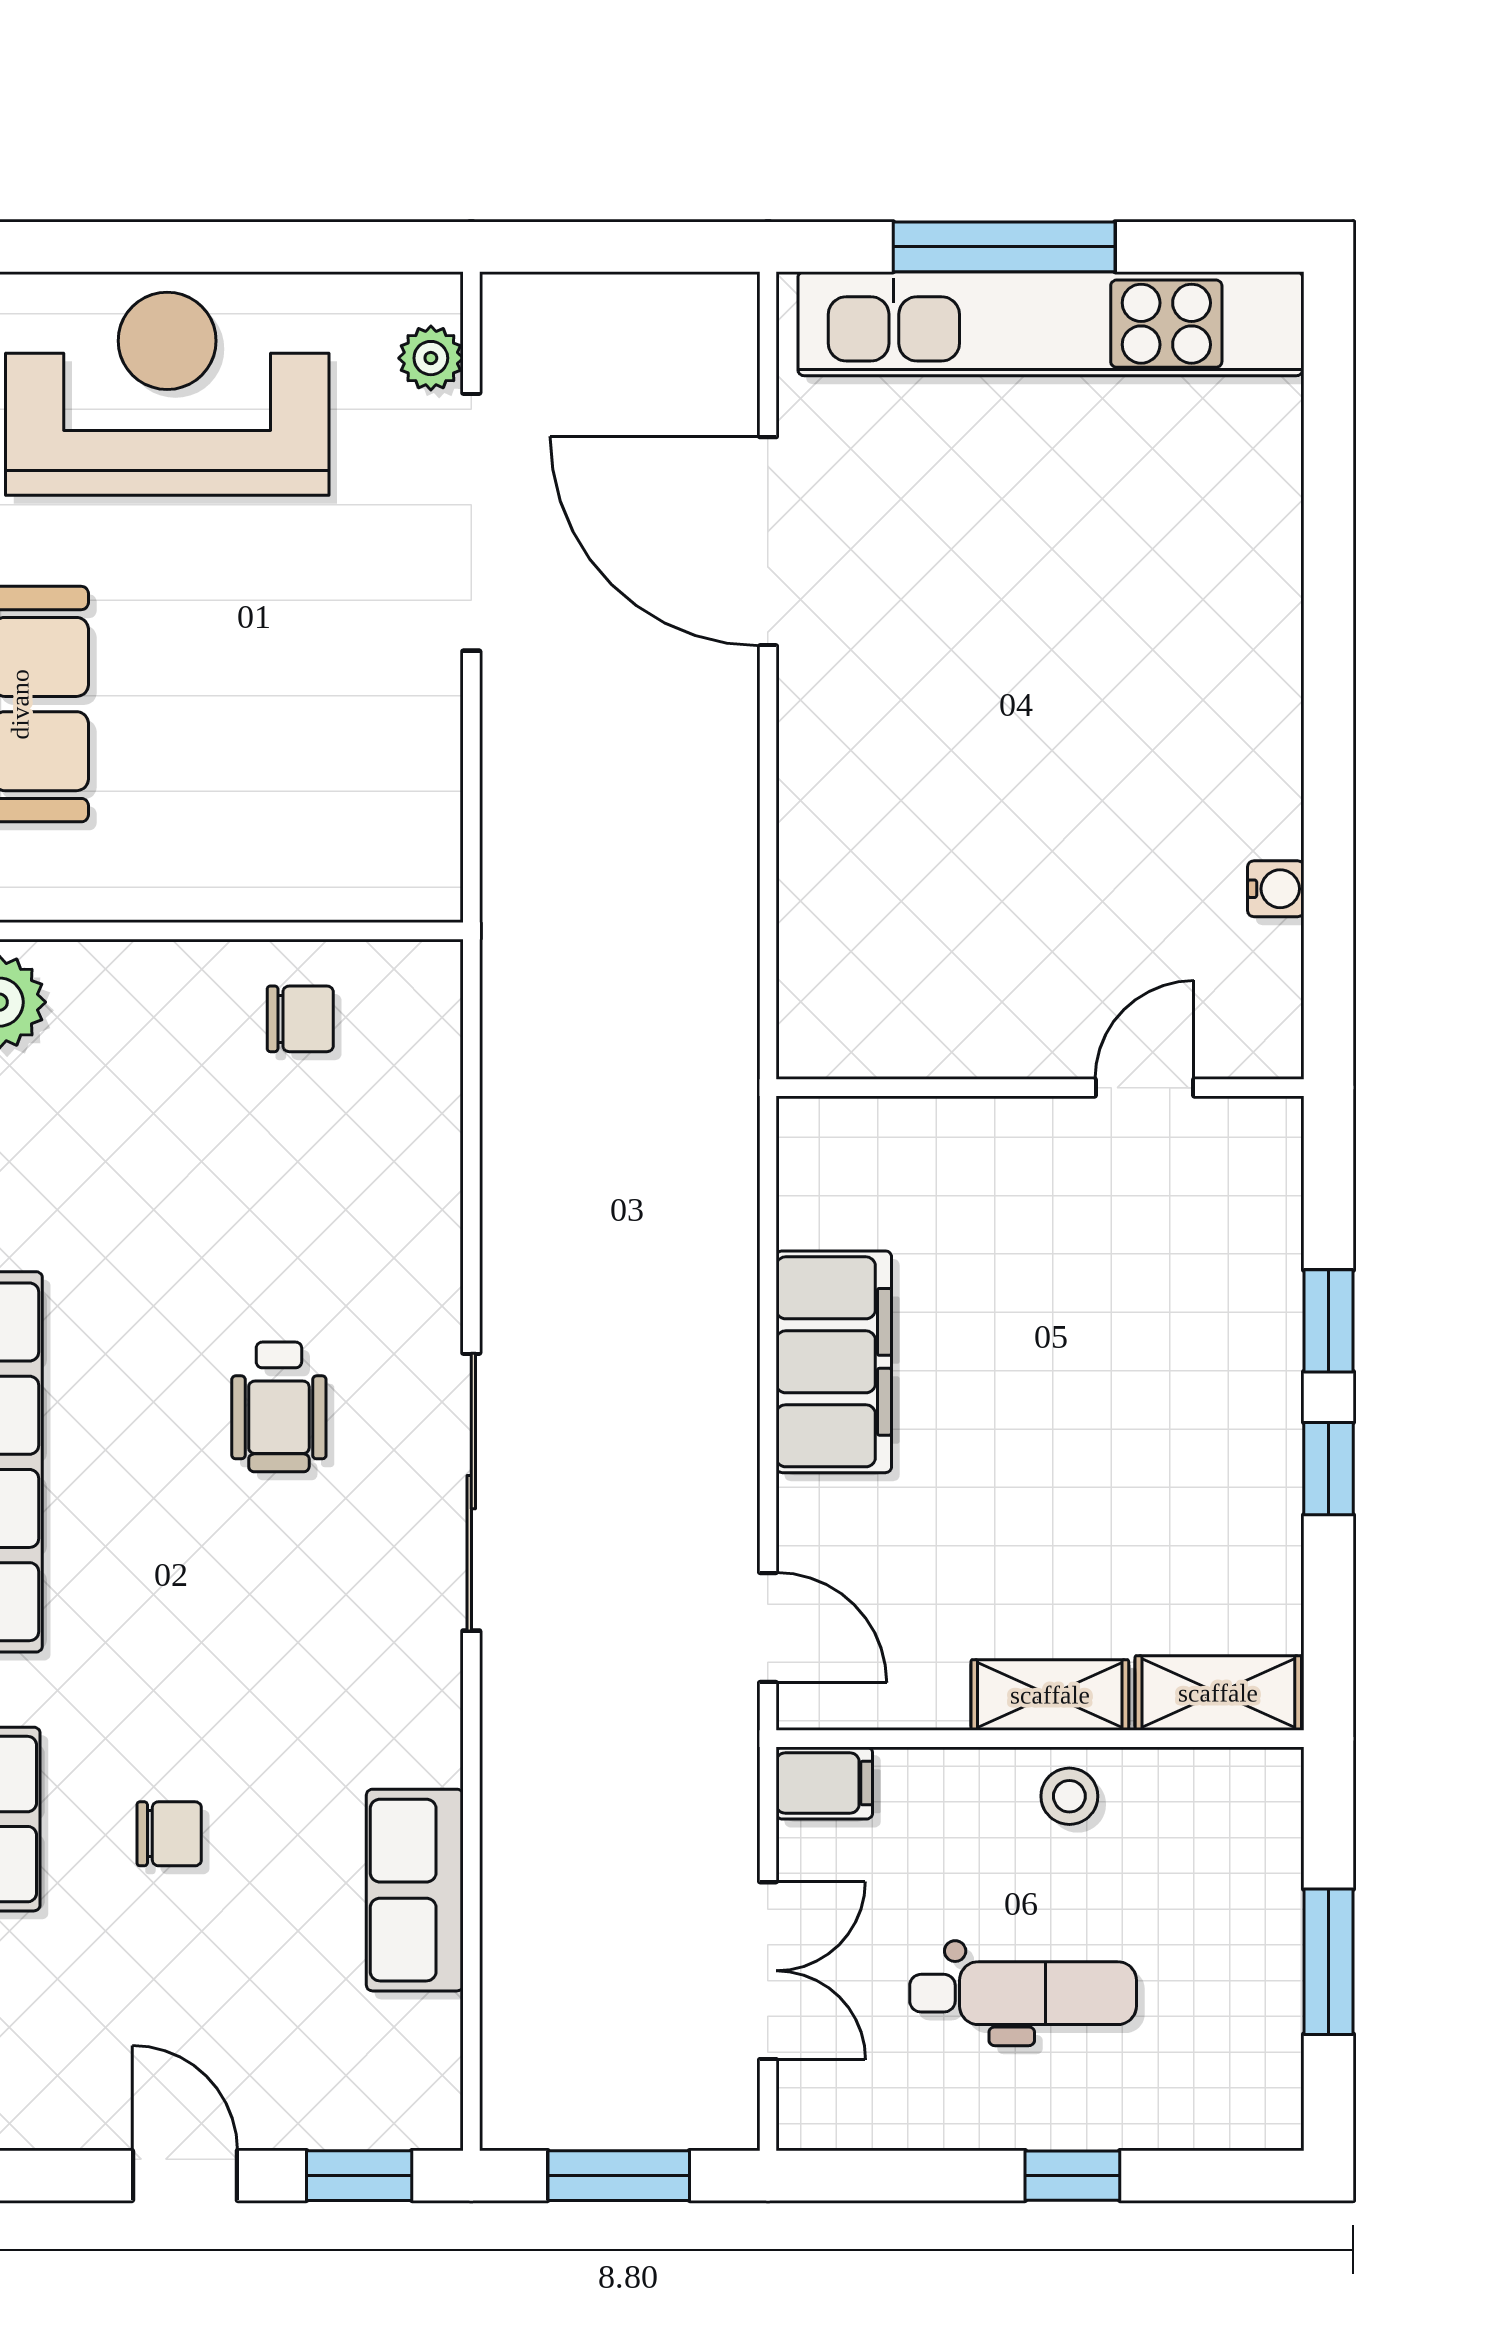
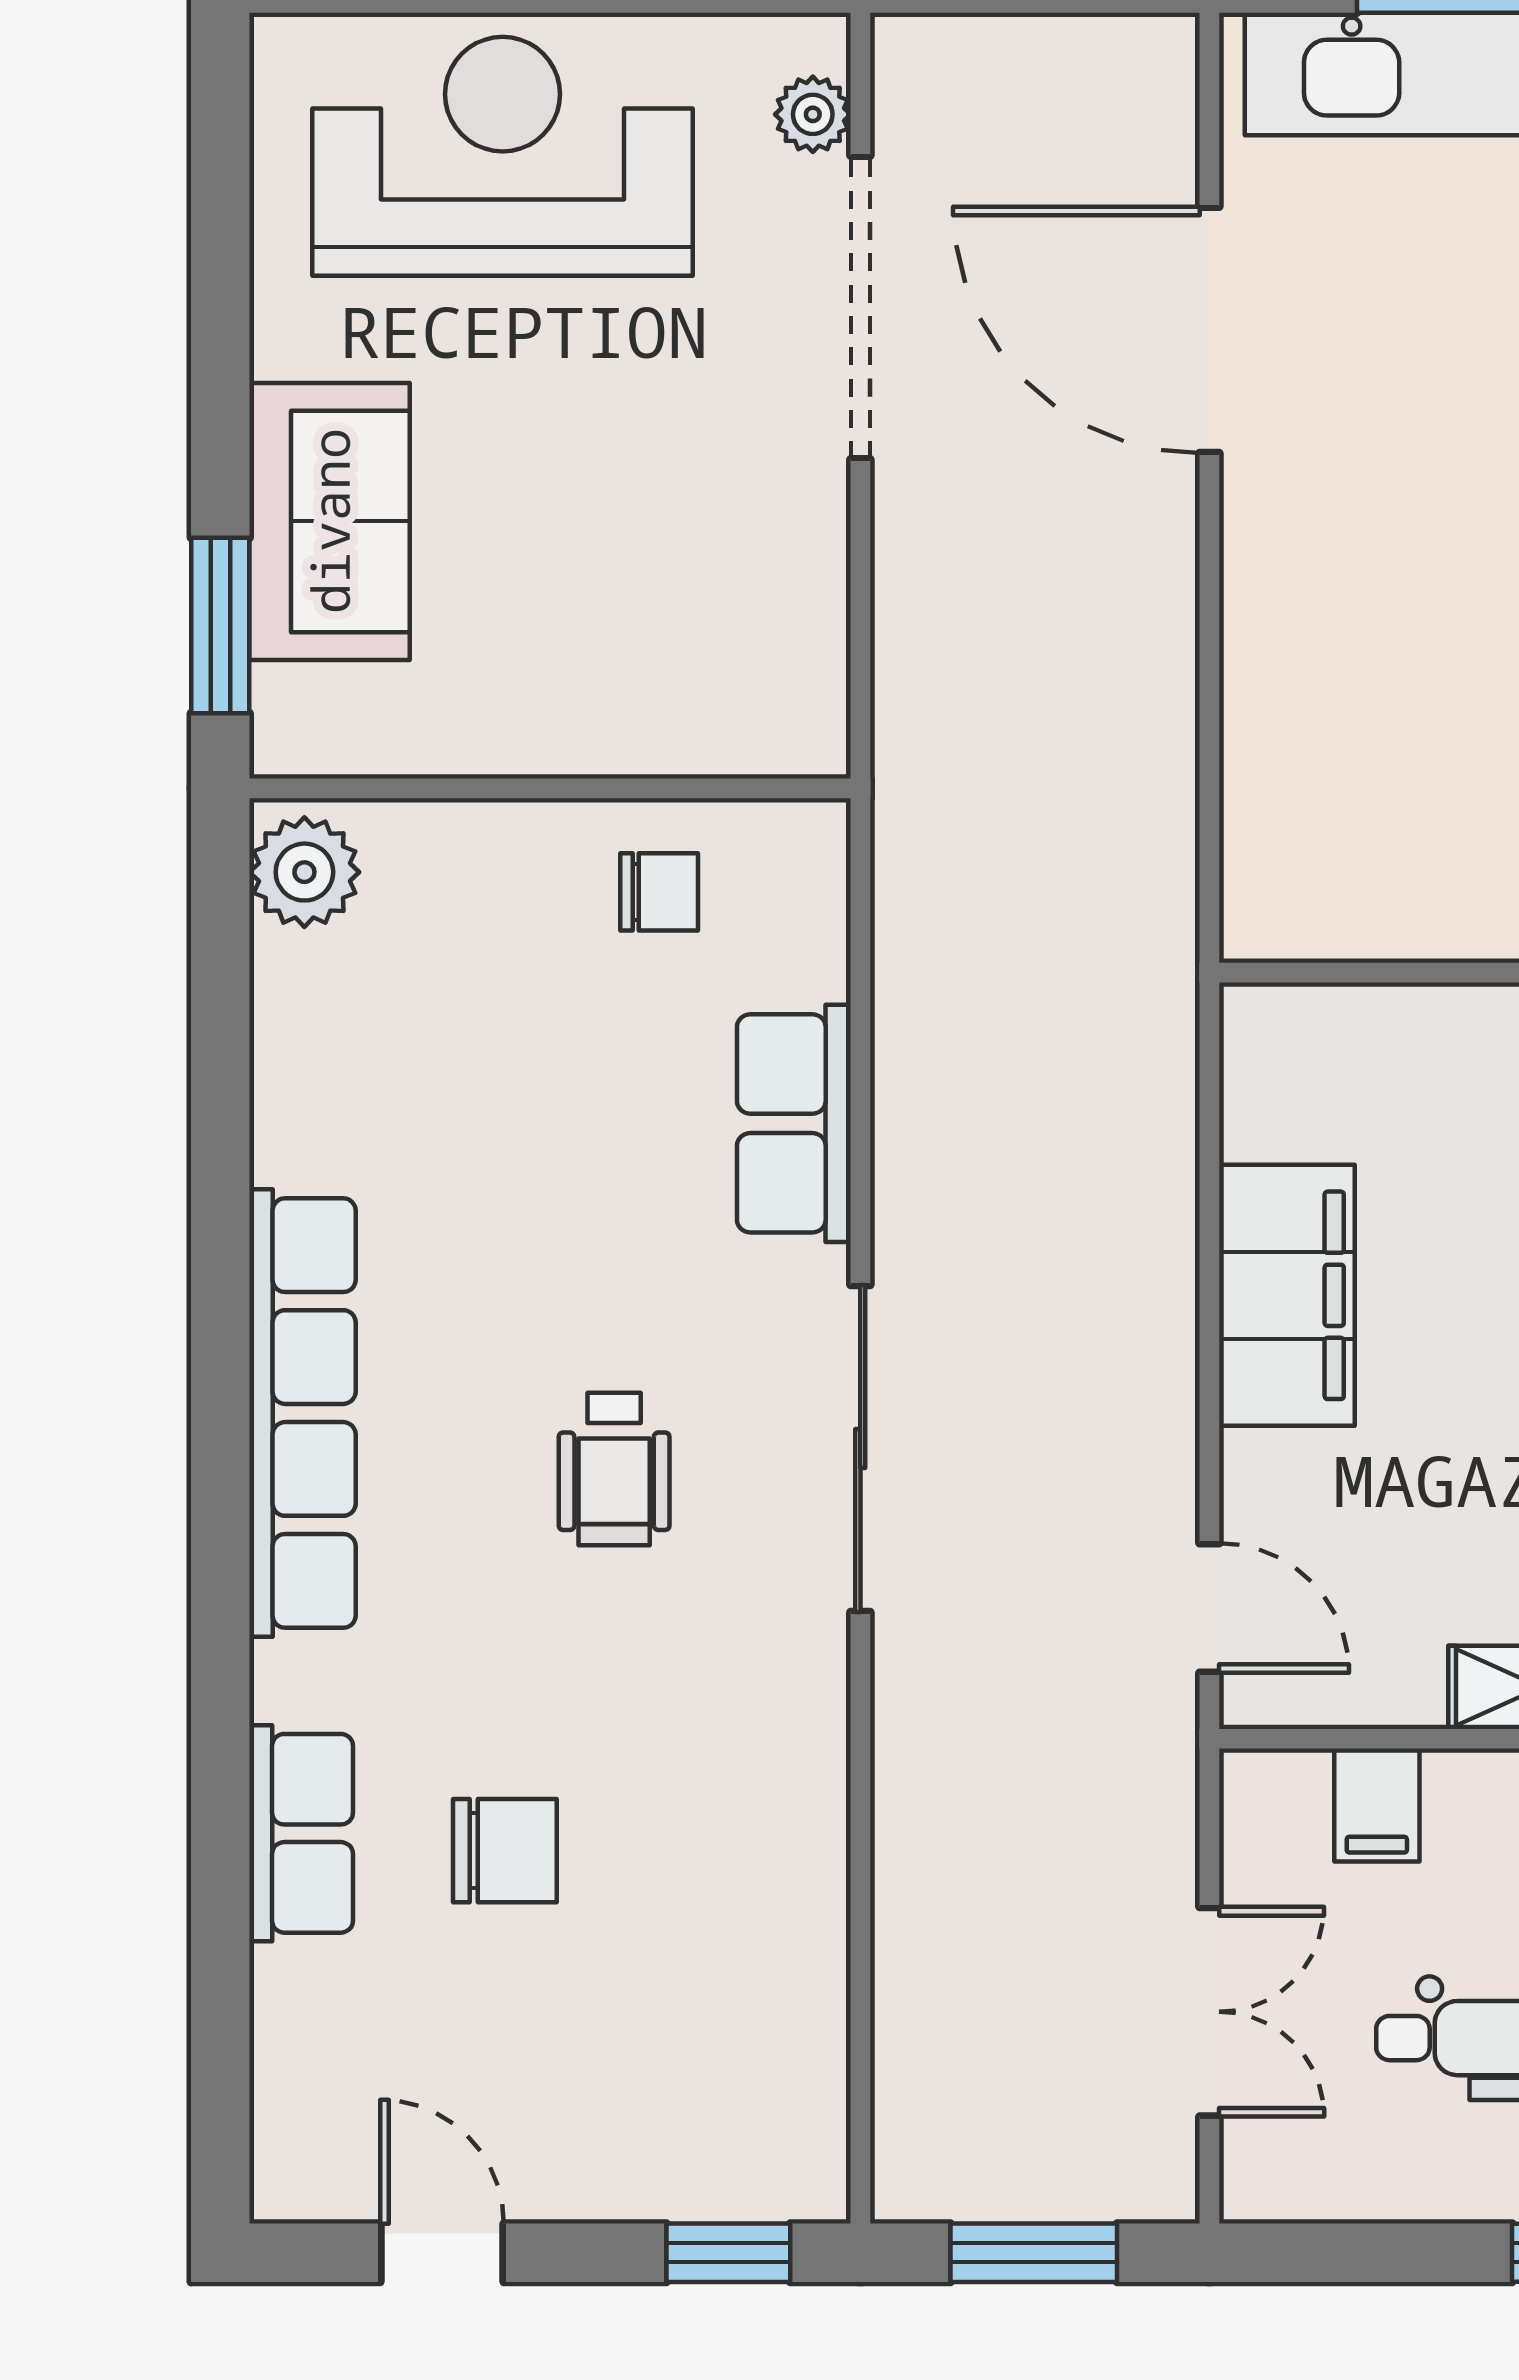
wheelchair: (279, 1407) -> (614, 1469), moved
filing cabinet: (824, 1783) -> (1377, 1805), moved, turned 90
chair: (169, 1834) -> (505, 1851), width x1.37, depth x1.37
row of seats: (415, 1890) -> (794, 1123), moved
door: (185, 2176) -> (442, 2253), moved

